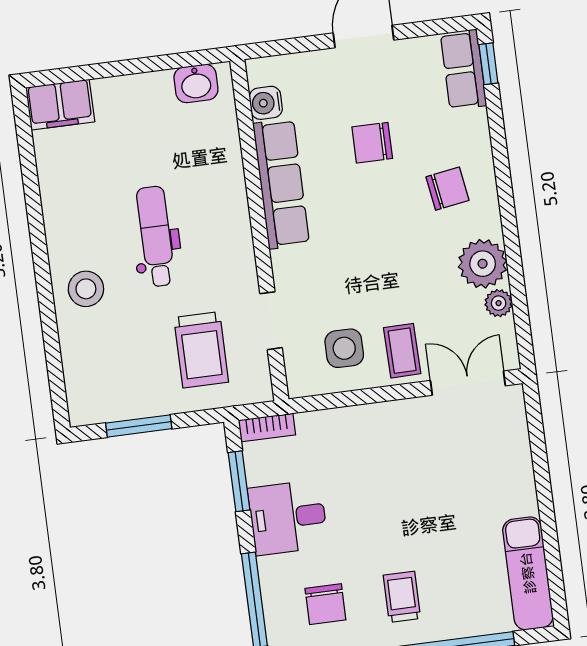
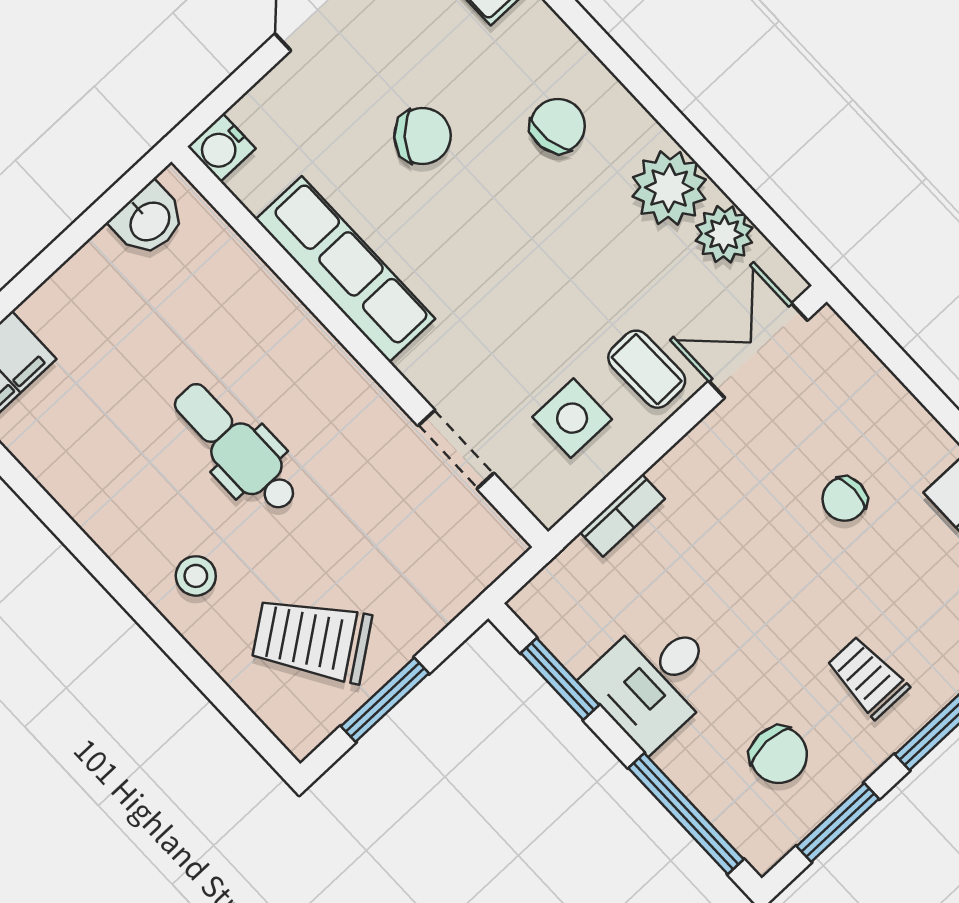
water cooler: (266, 103) -> (222, 148), moved
chair: (372, 143) -> (422, 136), turned -139
stool: (86, 289) -> (196, 576), width x0.73, depth x0.73
plant: (499, 303) -> (724, 234), width x1.38, depth x1.38
trolley: (201, 350) -> (312, 640), moved, turned 144
bookcase: (267, 427) -> (623, 516), moved
chair: (457, 494) -> (844, 499), added

